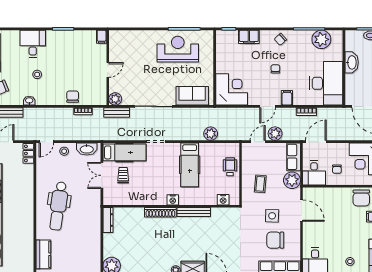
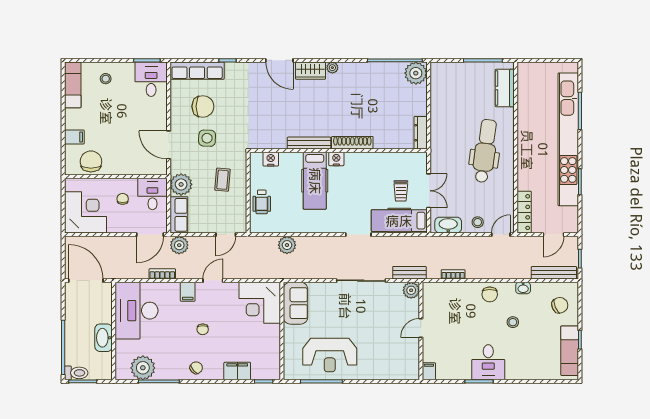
desk: (33, 44) -> (488, 362), moved
sofa: (192, 96) -> (296, 303), moved, turned -90
chair: (73, 97) -> (490, 294), moved
plant: (275, 134) -> (179, 245), moved
locker: (28, 153) -> (524, 212), width x1.53
hospital bed: (190, 165) -> (315, 181), moved, turned 180

